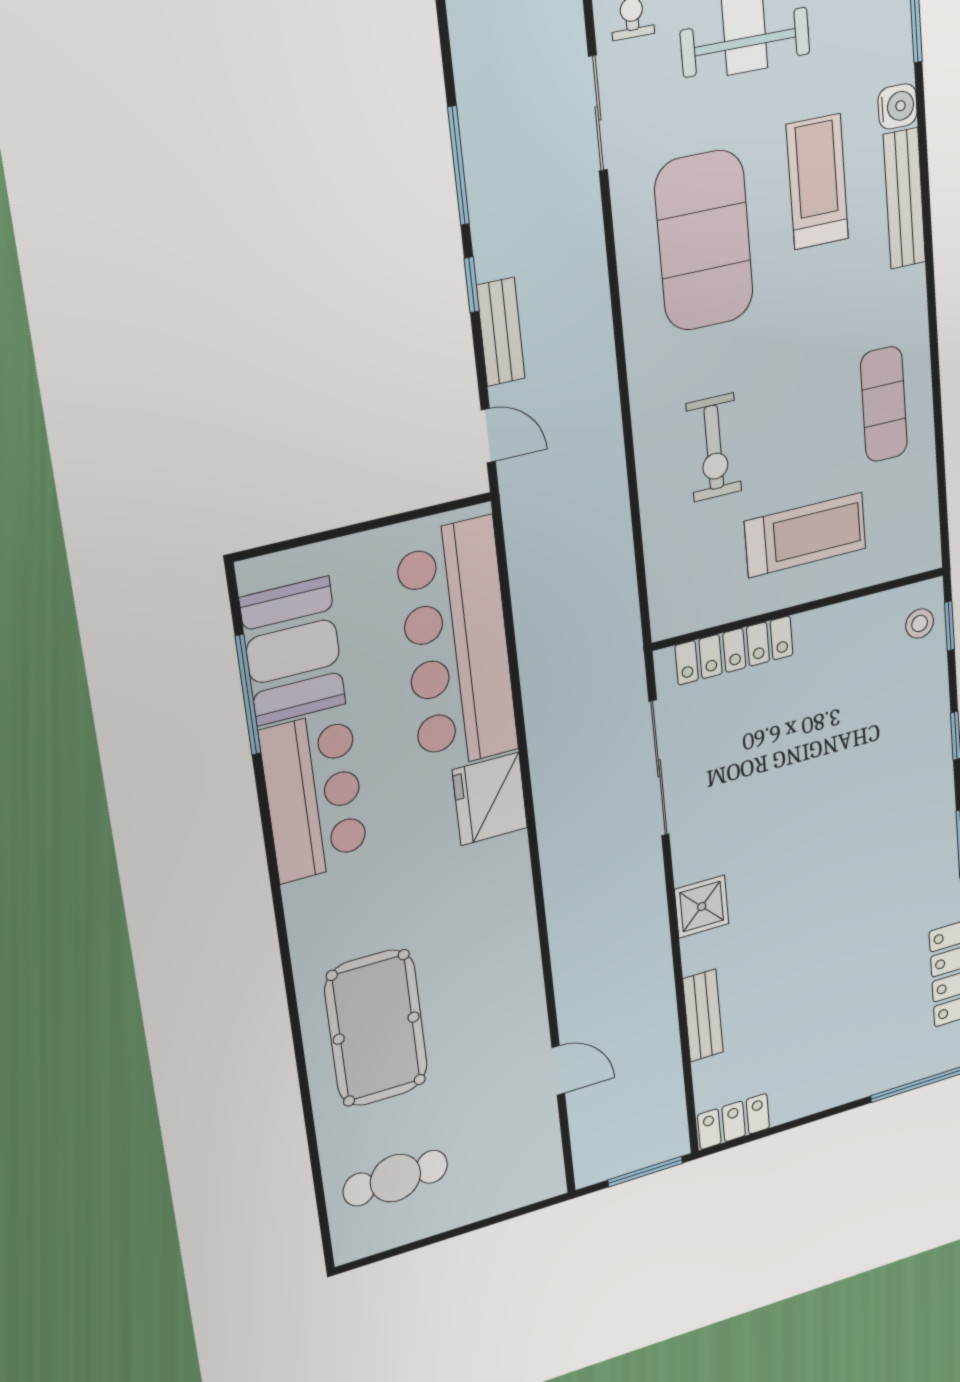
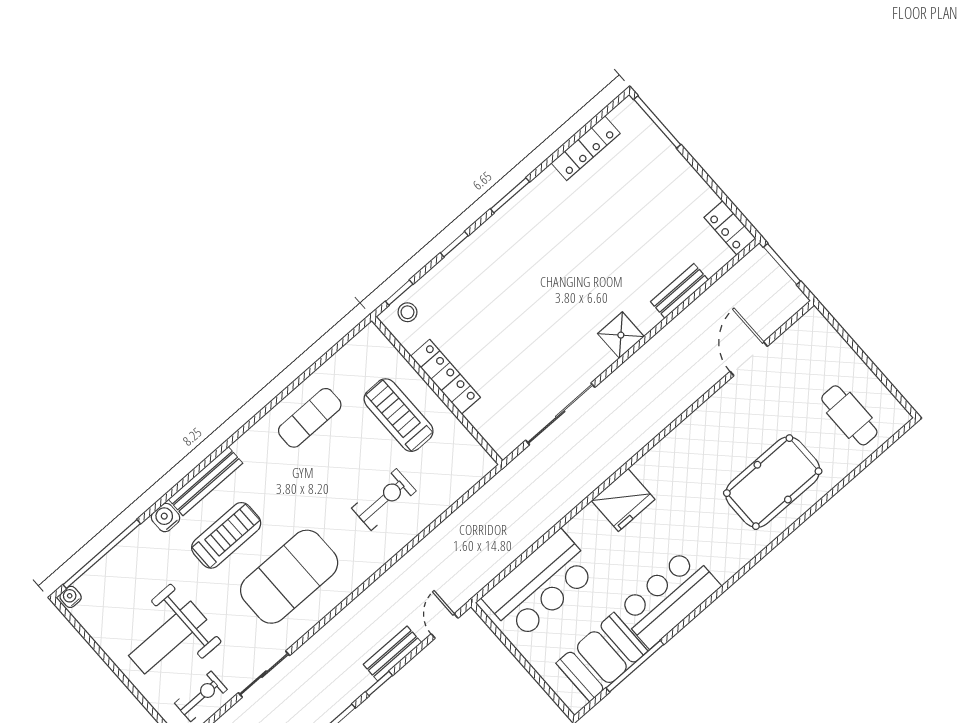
treadmill: (817, 182) -> (226, 535), turned 180
bar counter: (457, 645) -> (540, 585), width x0.73
locker: (734, 650) -> (445, 377), moved
door: (558, 1070) -> (749, 359), width x1.38

